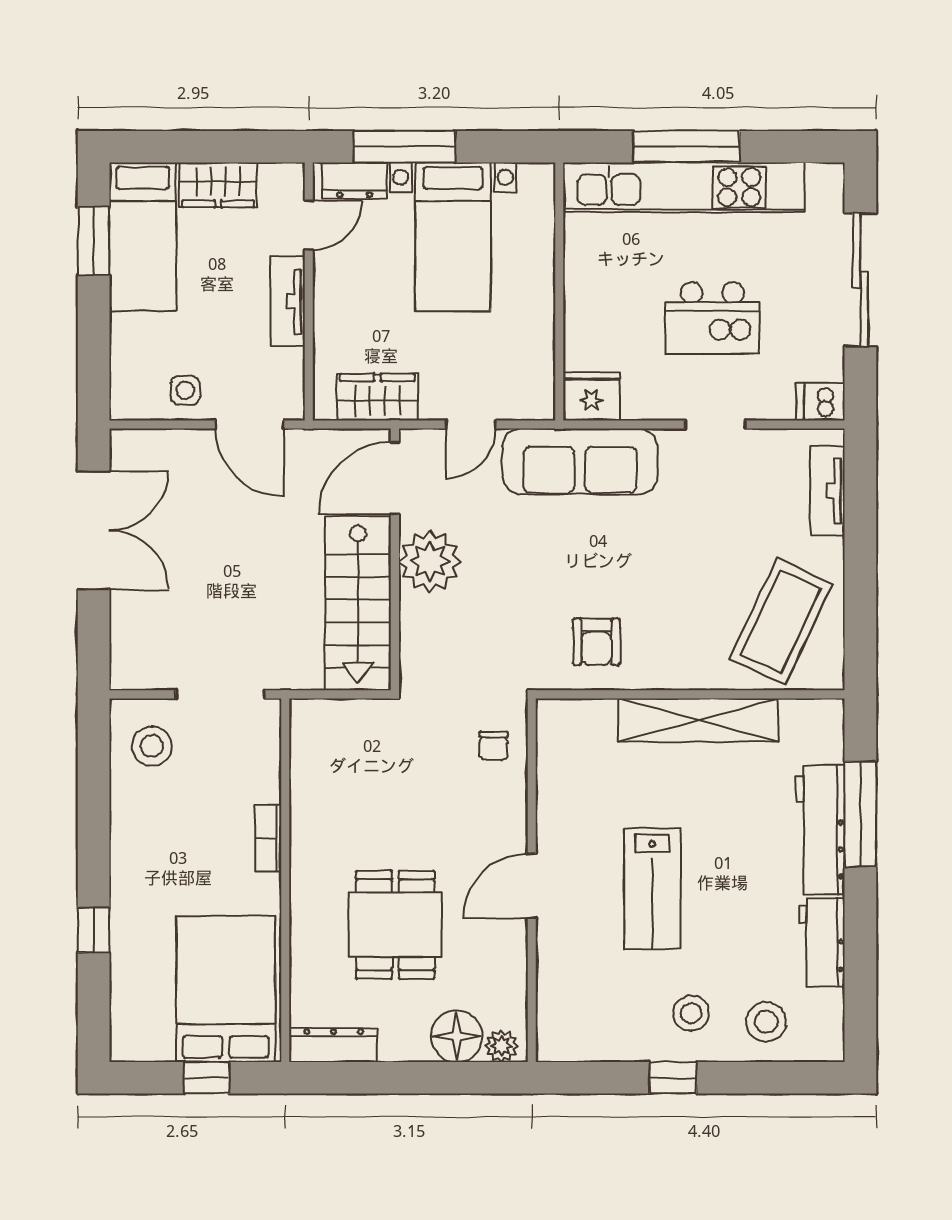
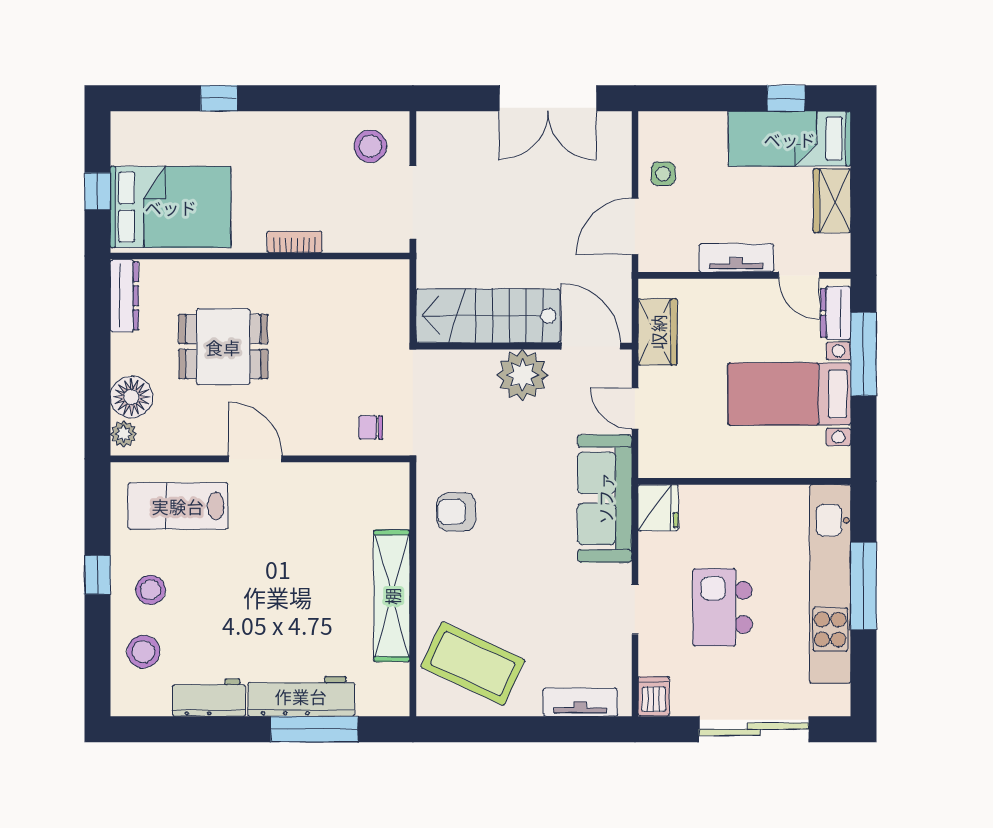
window: (94, 241) -> (786, 98), width x0.67
lab bench: (652, 889) -> (178, 506), moved

